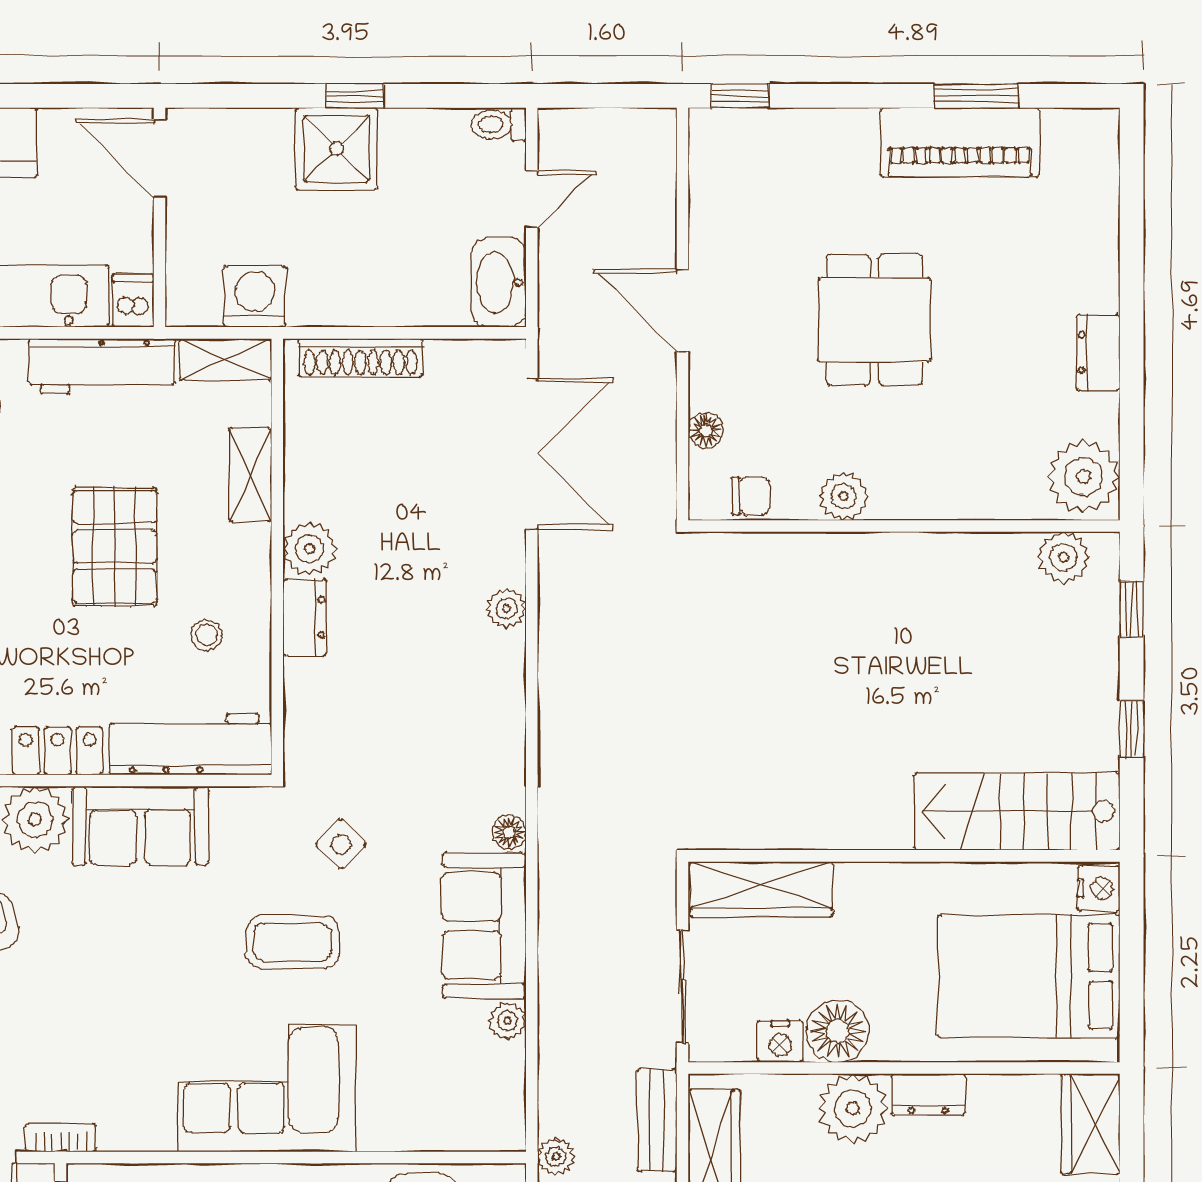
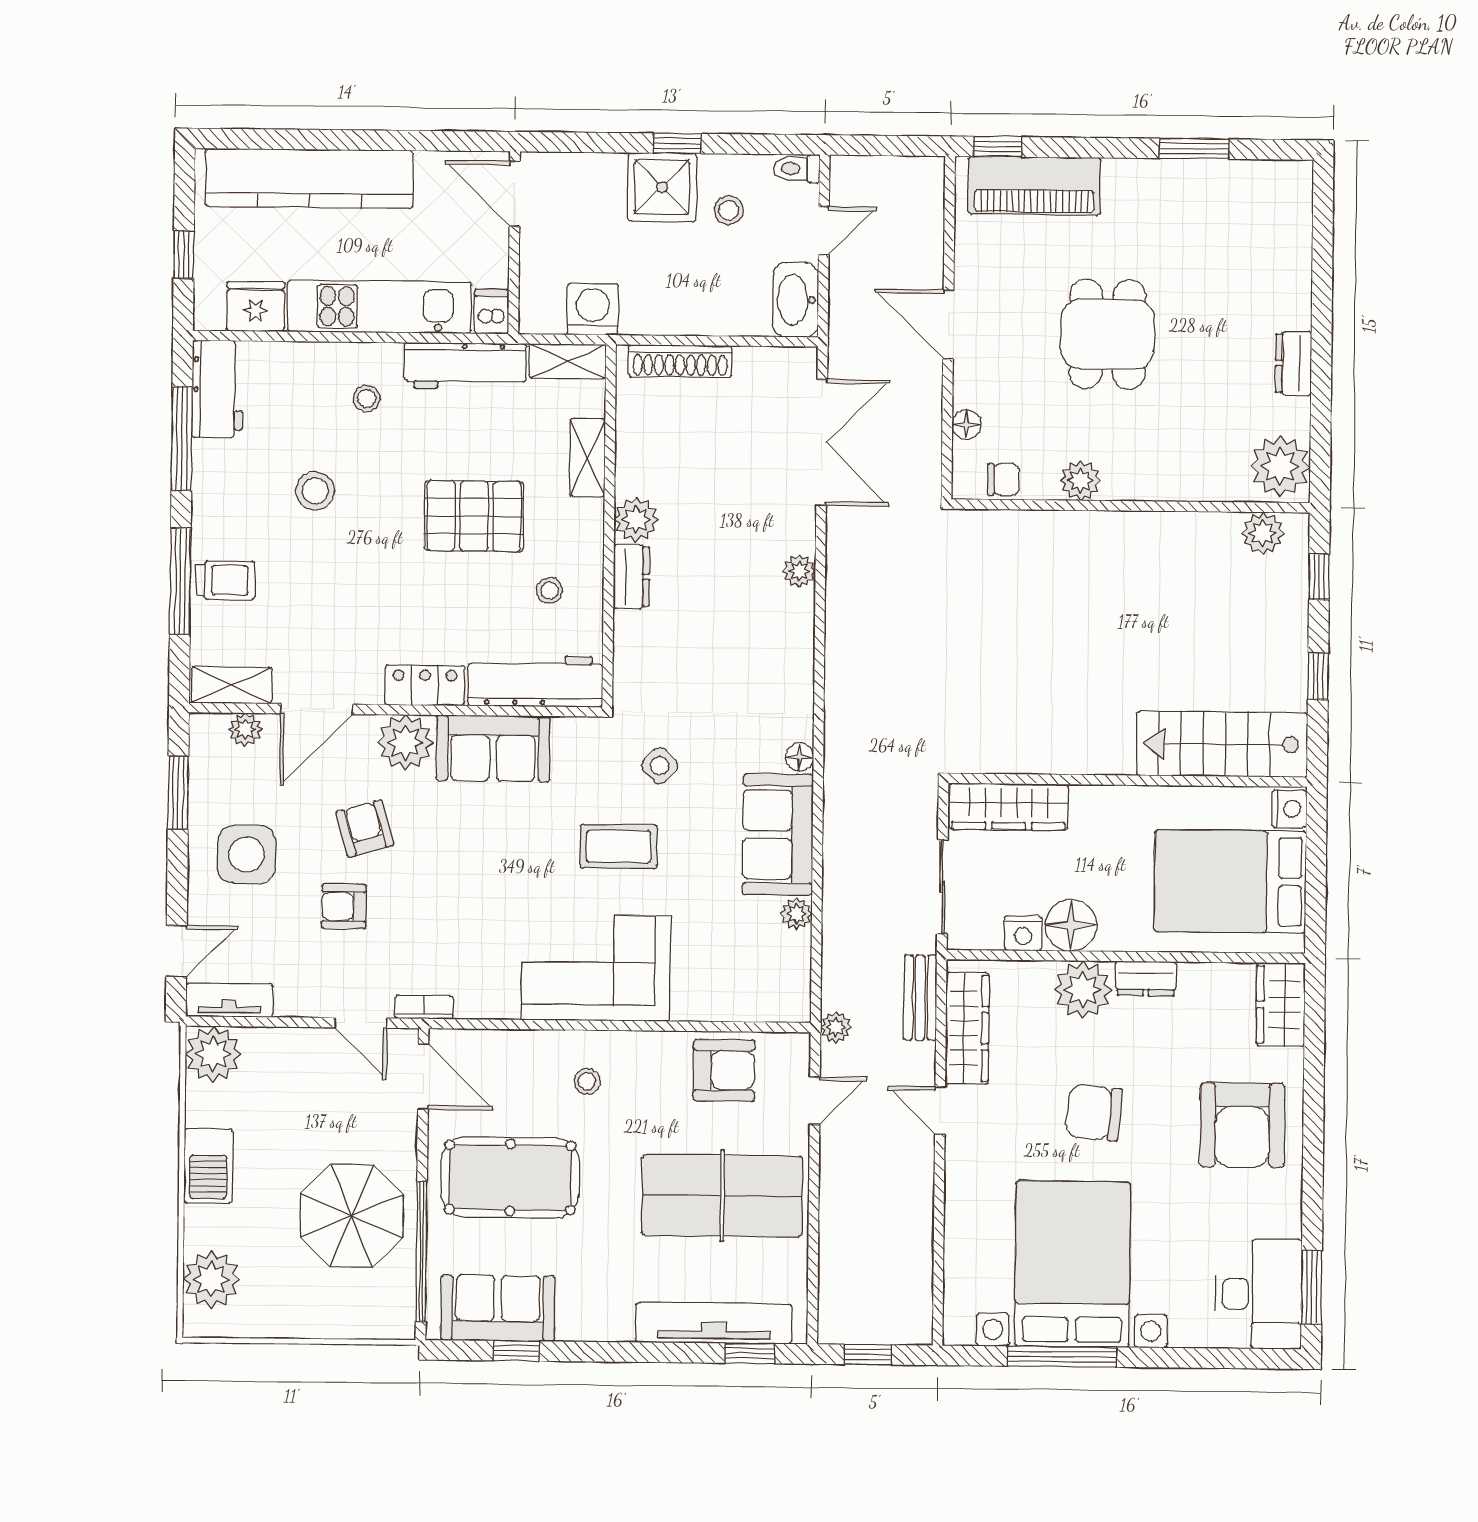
piano: (960, 142) -> (1034, 186), moved
stool: (417, 176) -> (729, 210), added
pallet: (115, 547) -> (474, 516), turned 90

